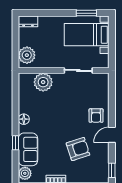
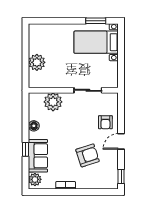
dresser: (28, 21) -> (38, 29), removed
wall: (64, 70) -> (73, 90), moved
sliding door: (78, 70) -> (88, 90), moved
plant: (43, 82) -> (53, 102), moved

